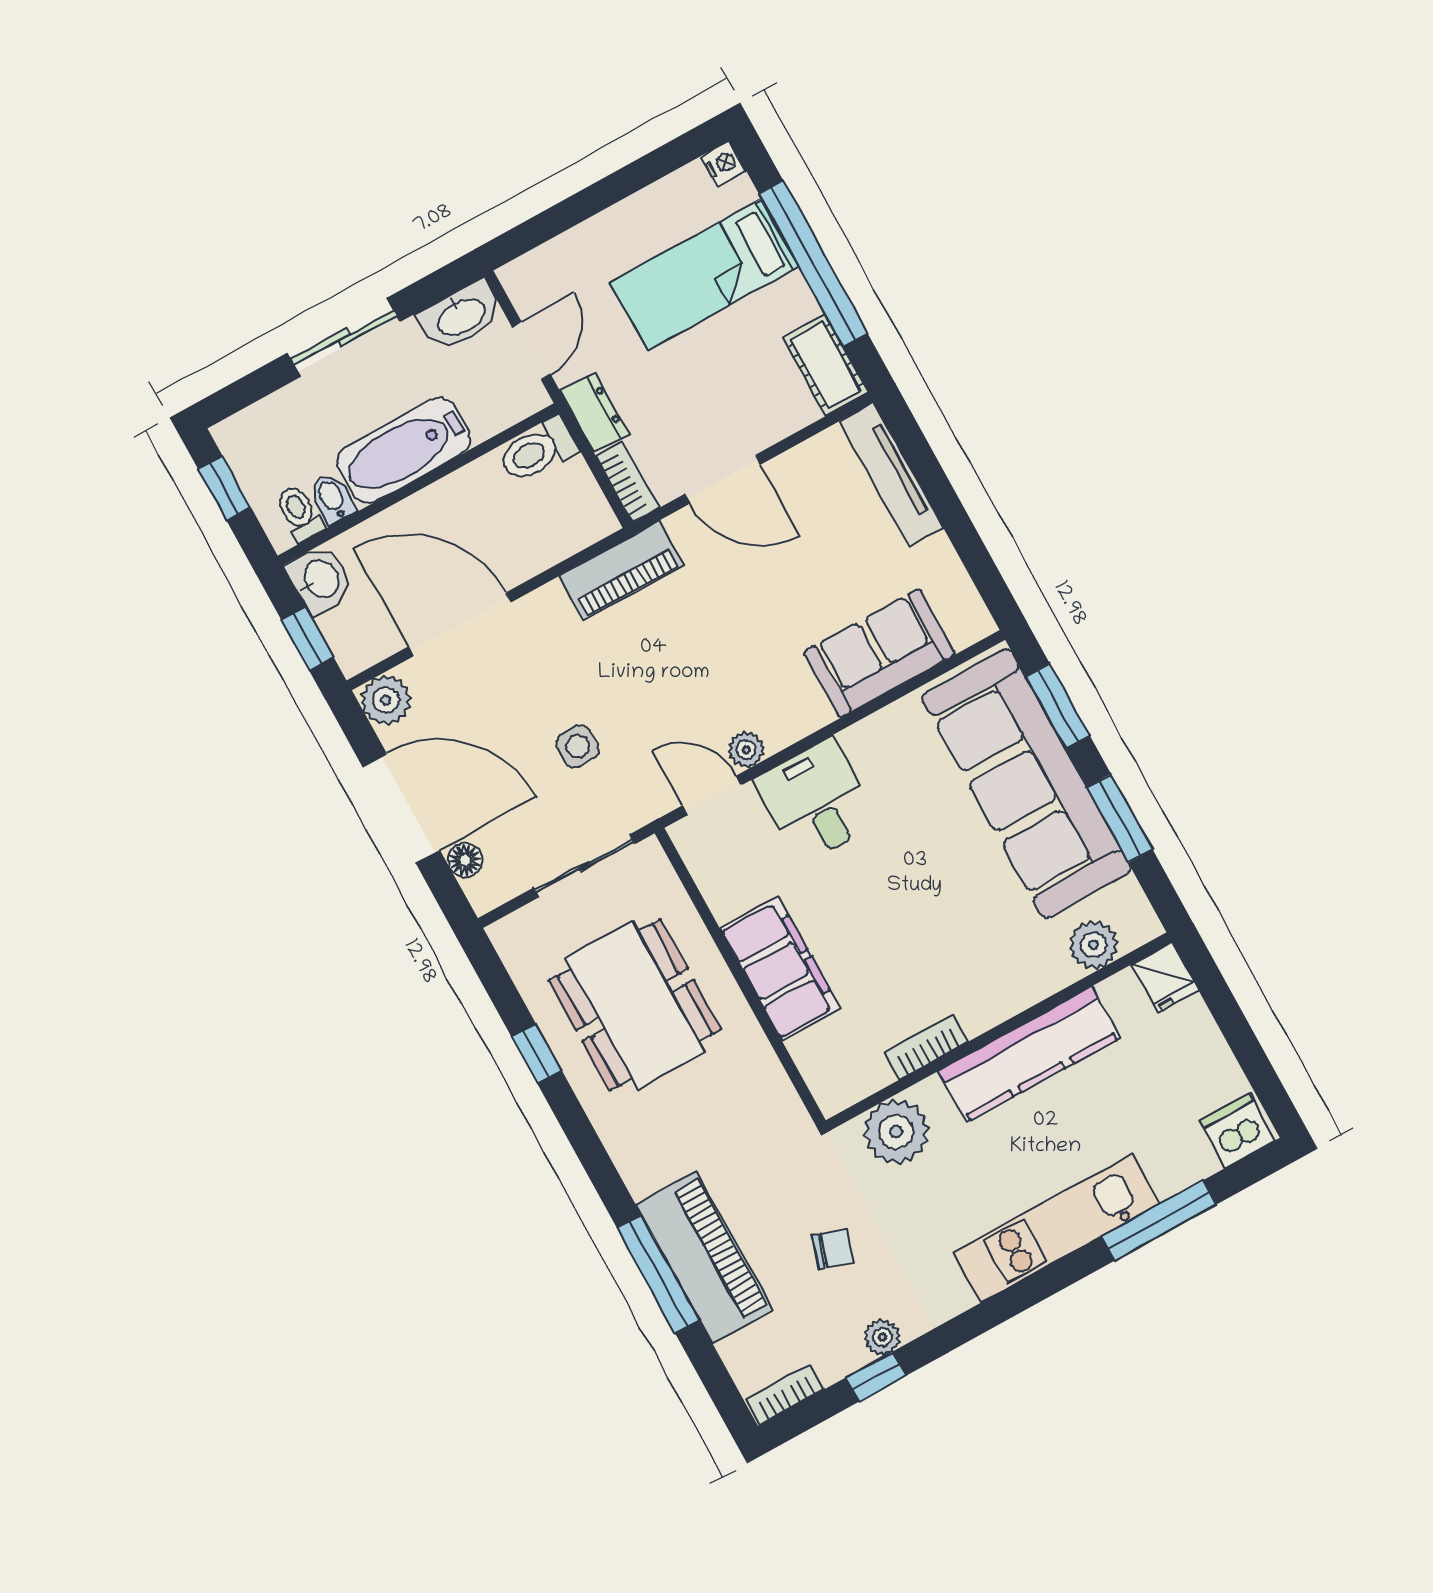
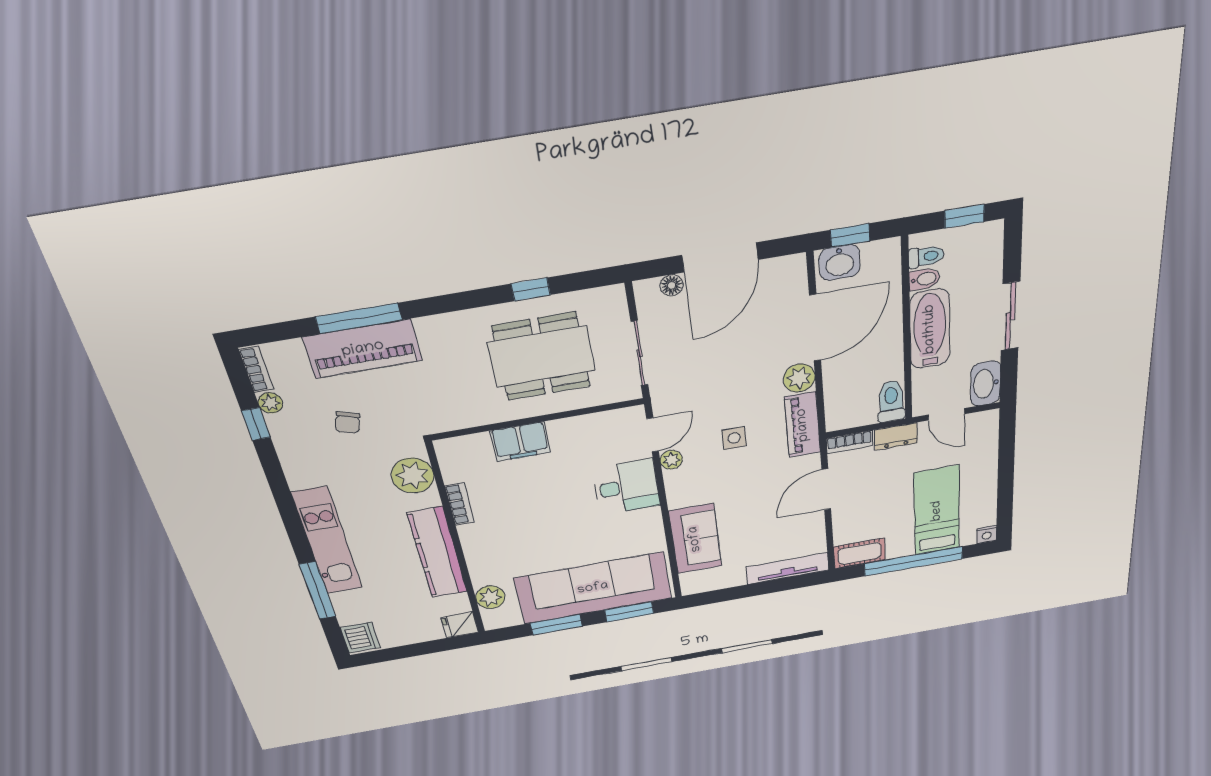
washbasin: (320, 580) -> (840, 262), moved
plant: (386, 700) -> (799, 378), moved
side table: (578, 746) -> (734, 438), moved
filing cabinet: (780, 969) -> (520, 442), width x0.67, depth x0.86
plant: (882, 1337) -> (270, 403), moved

